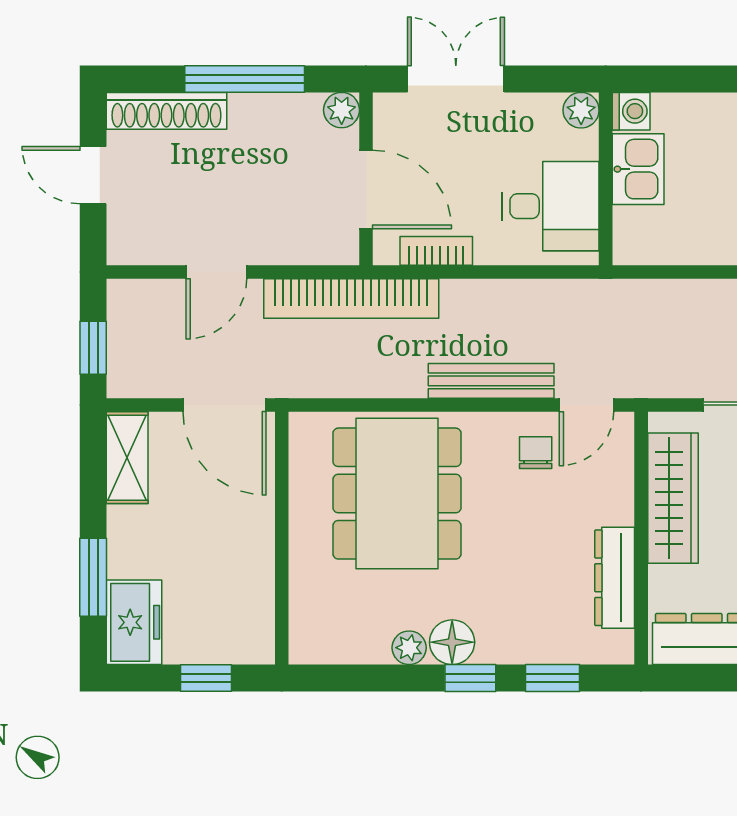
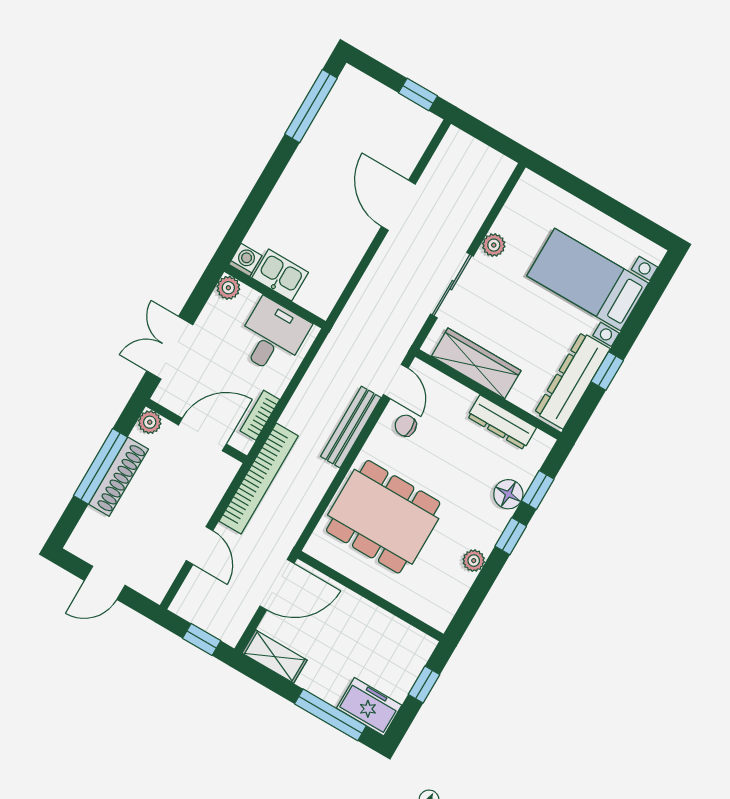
shoe rack: (166, 111) -> (118, 477), moved
window: (93, 577) -> (330, 715), width x1.44
floor lamp: (452, 642) -> (508, 494), moved

